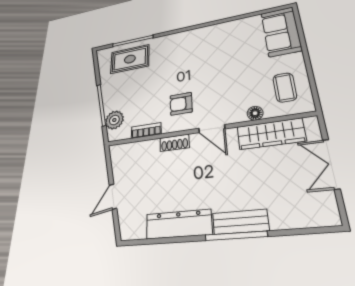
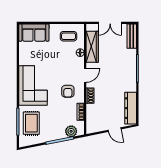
corner sofa: (188, 49) -> (33, 85), added
bench: (240, 222) -> (132, 36), moved
dresser: (179, 224) -> (131, 108), moved

